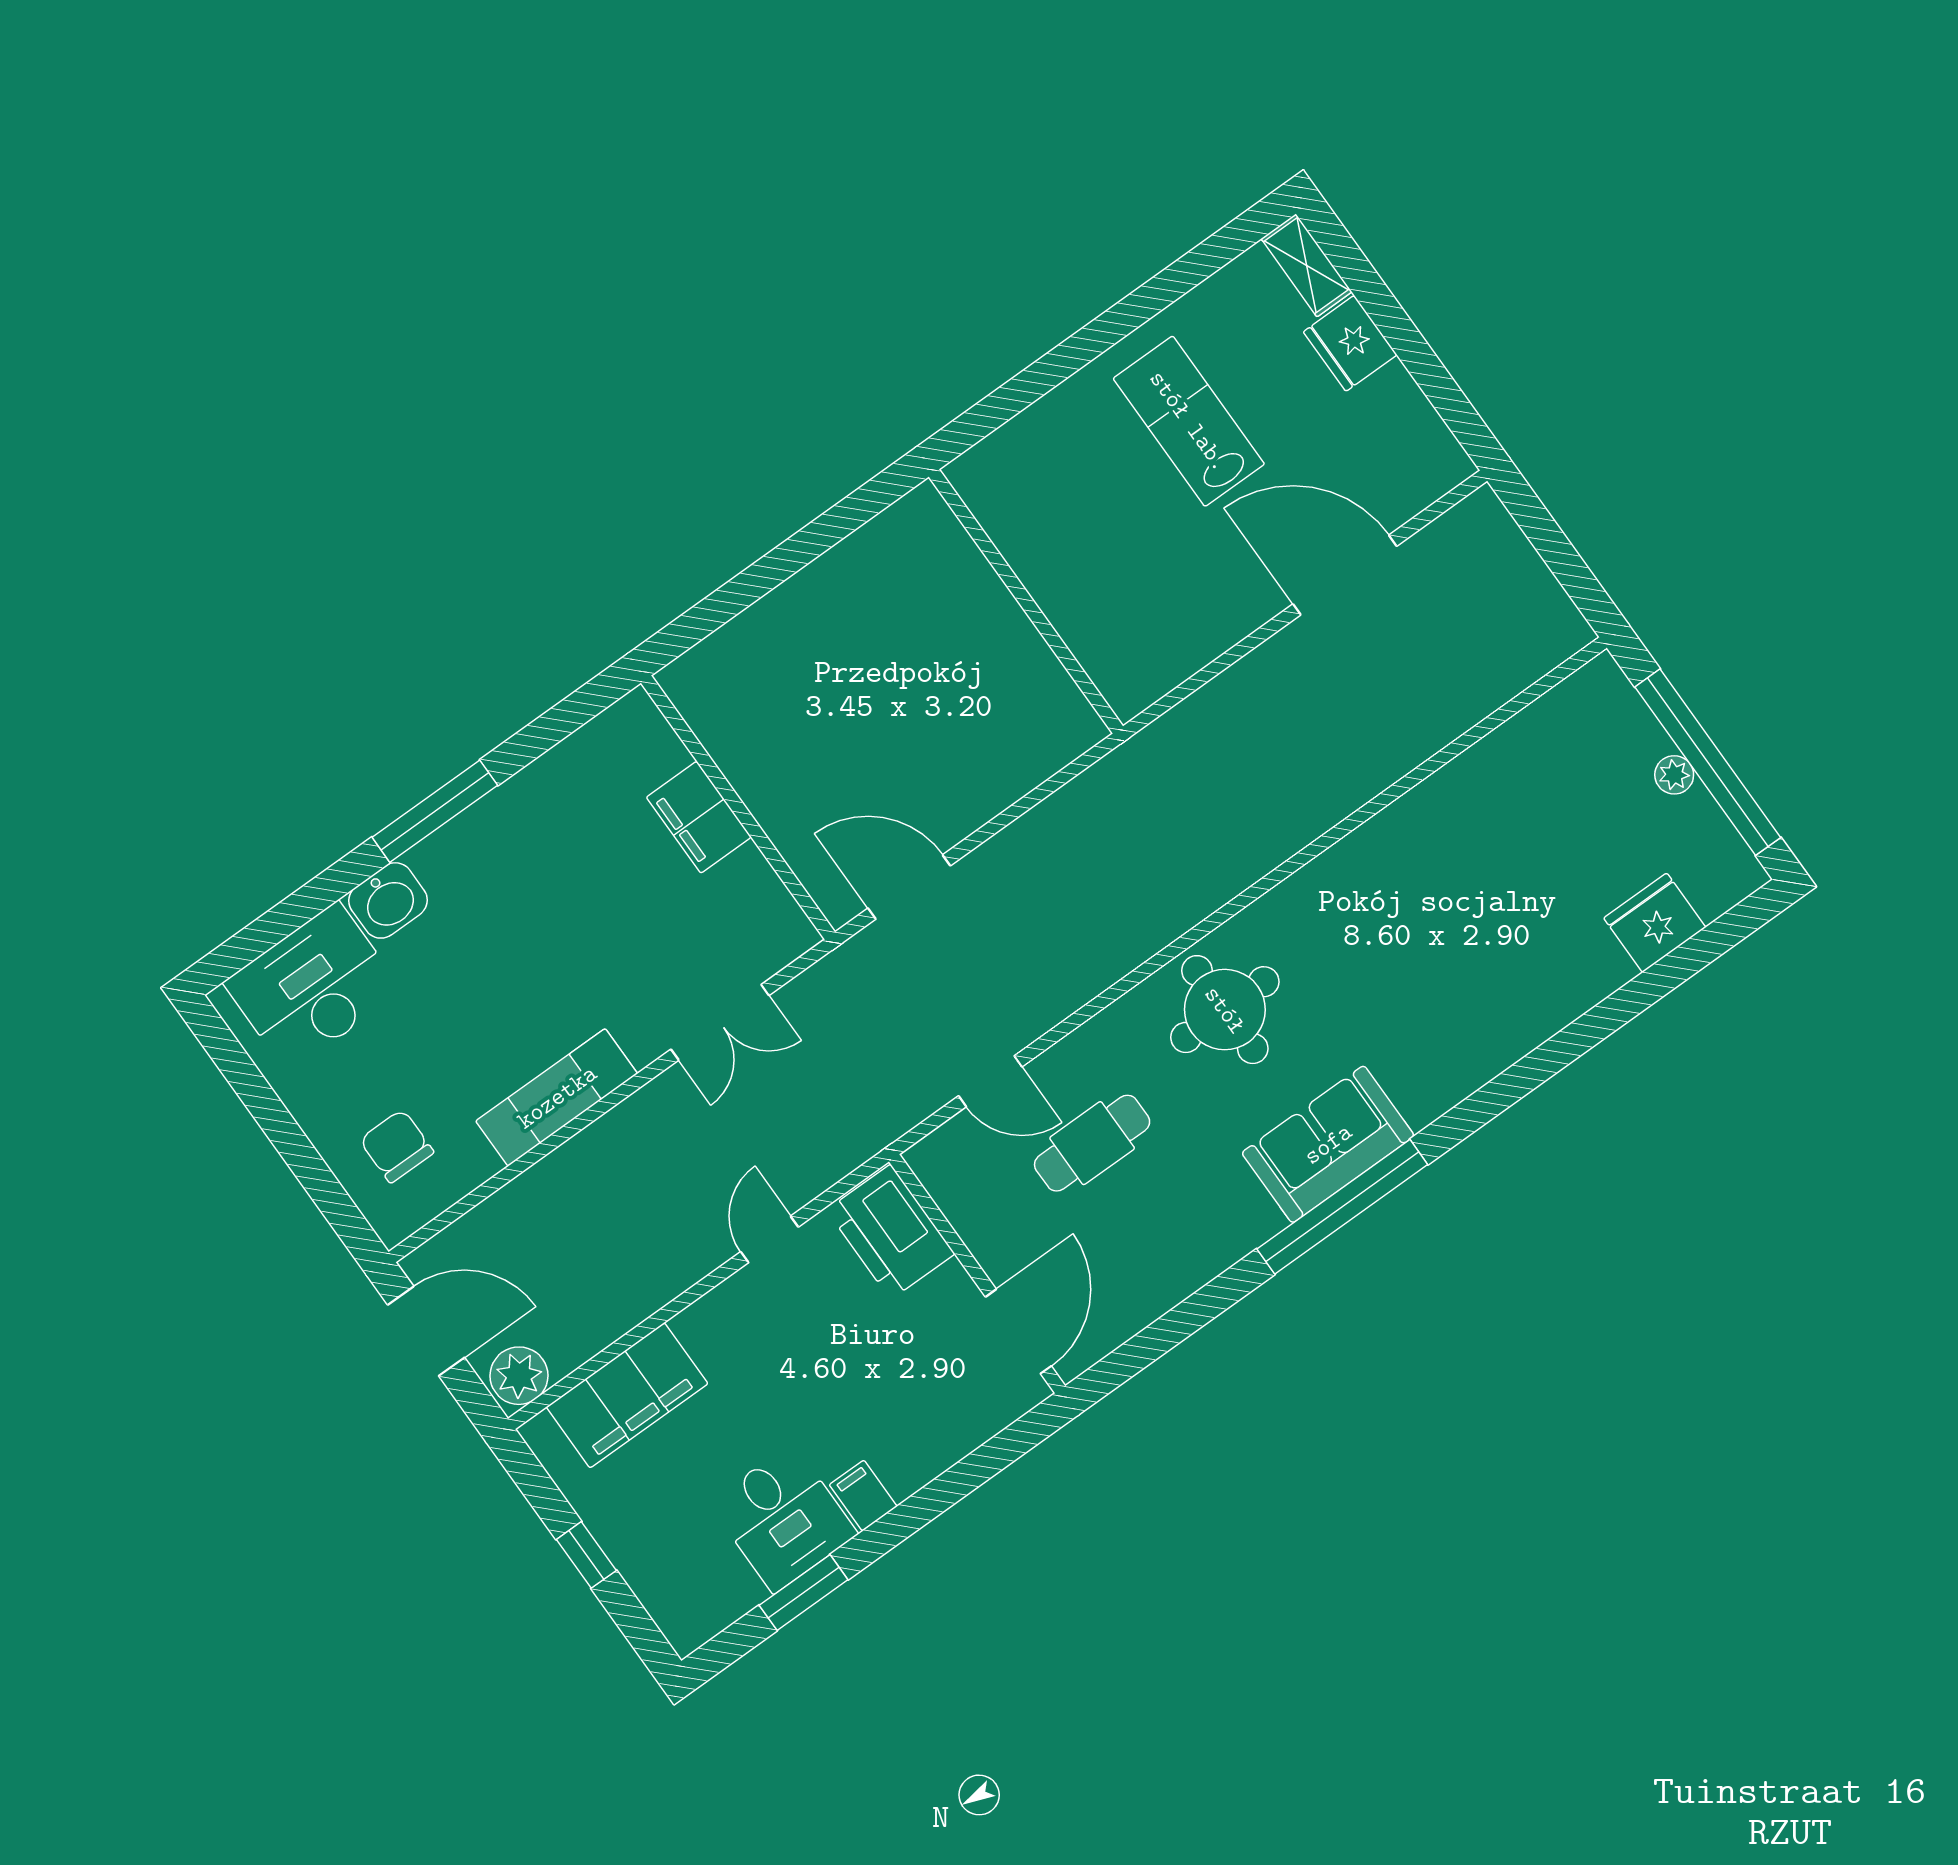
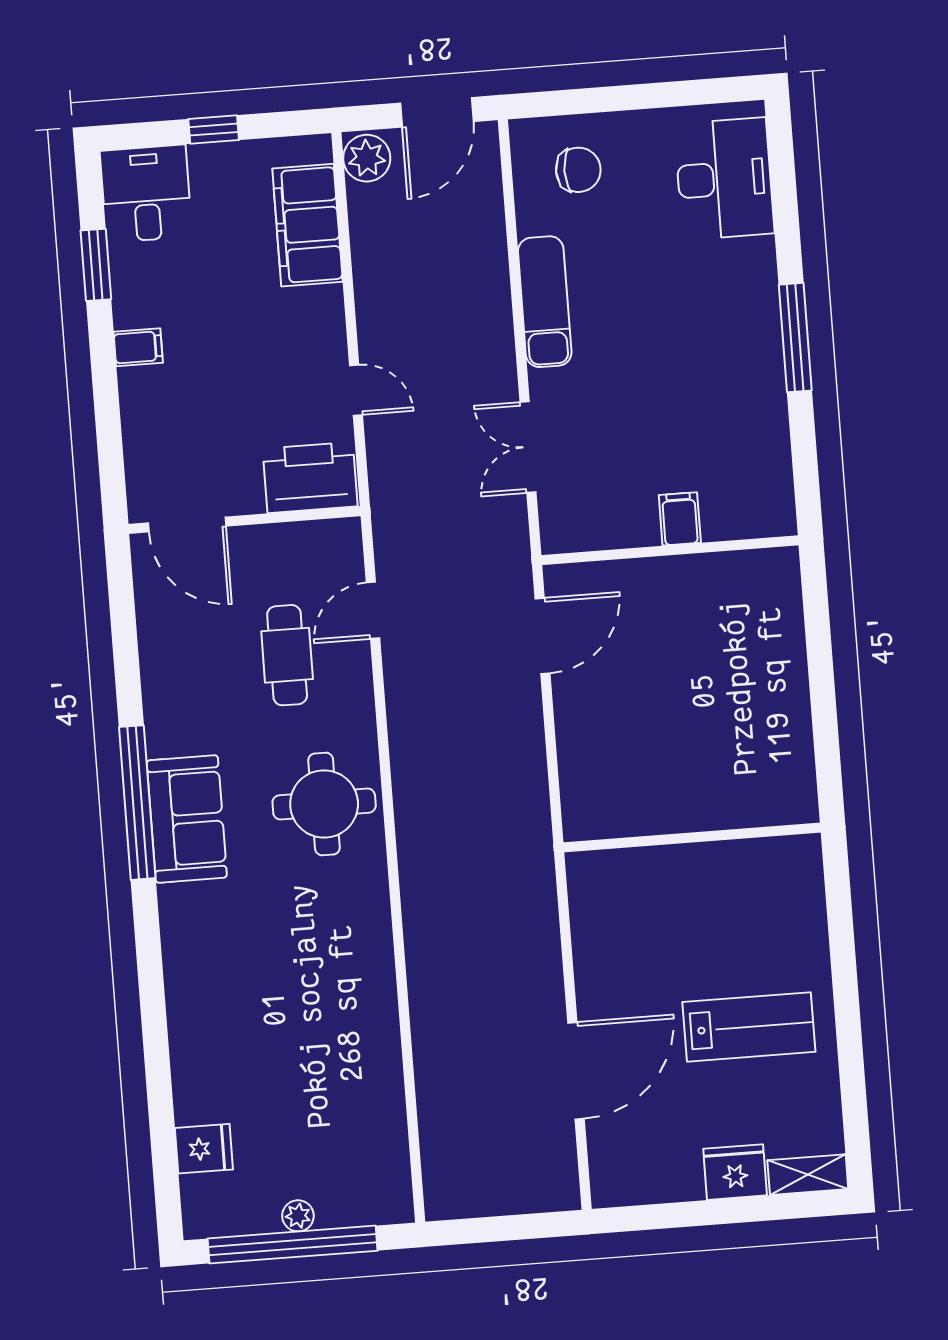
filing cabinet: (699, 817) -> (680, 519), width x0.50
washbasin: (388, 900) -> (753, 267), removed
fridge: (1655, 923) -> (204, 1149), width x0.72
desk: (783, 1518) -> (146, 194), moved, turned 90

